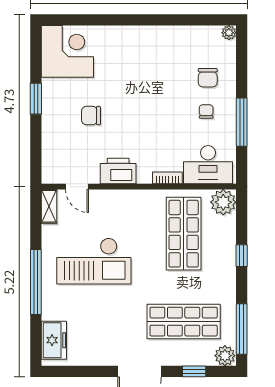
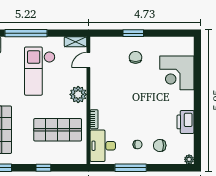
corner desk: (67, 51) -> (177, 73), moved, turned 90
window: (36, 99) -> (133, 33), moved
chair: (91, 116) -> (136, 57), moved
printer: (118, 171) -> (185, 122), moved, turned 180
plant: (223, 202) -> (78, 94), moved

